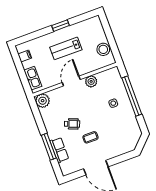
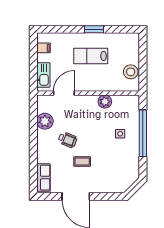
door: (71, 81) -> (64, 93), moved
plant: (43, 101) -> (45, 121), moved
window: (49, 147) -> (33, 155), removed
row of seats: (59, 150) -> (43, 178), moved

